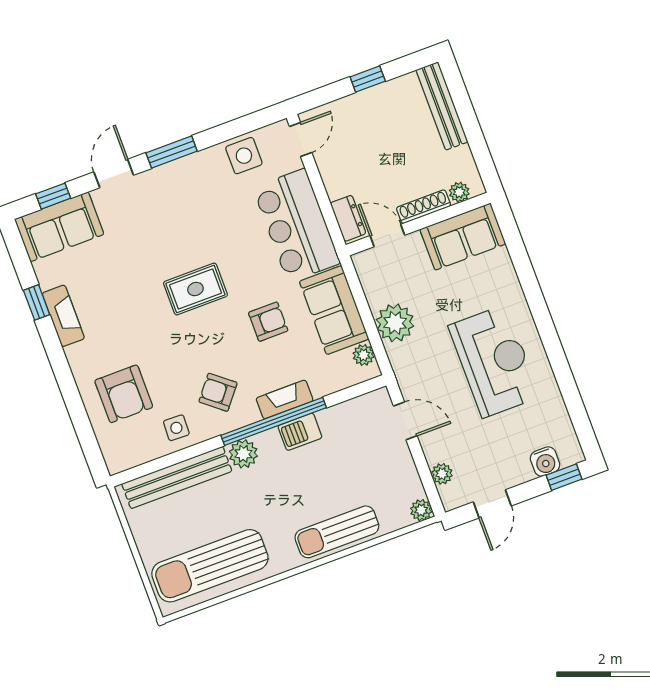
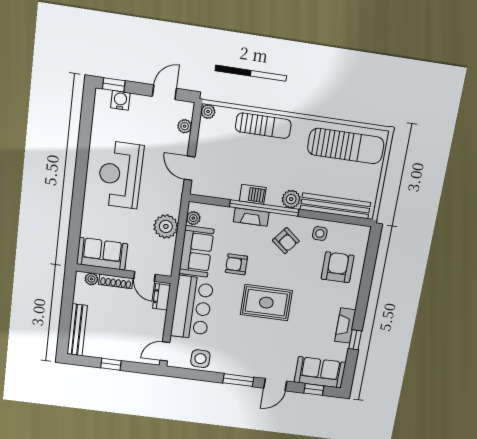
rug: (195, 289) -> (266, 303), width x1.36, depth x1.43

